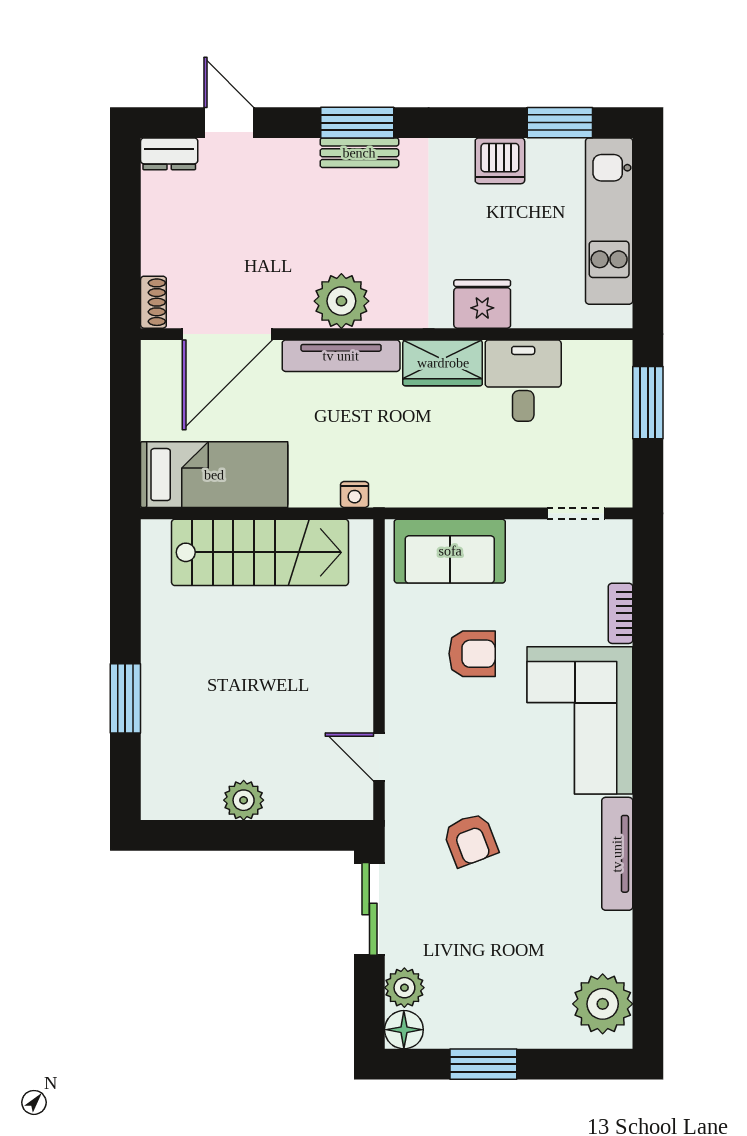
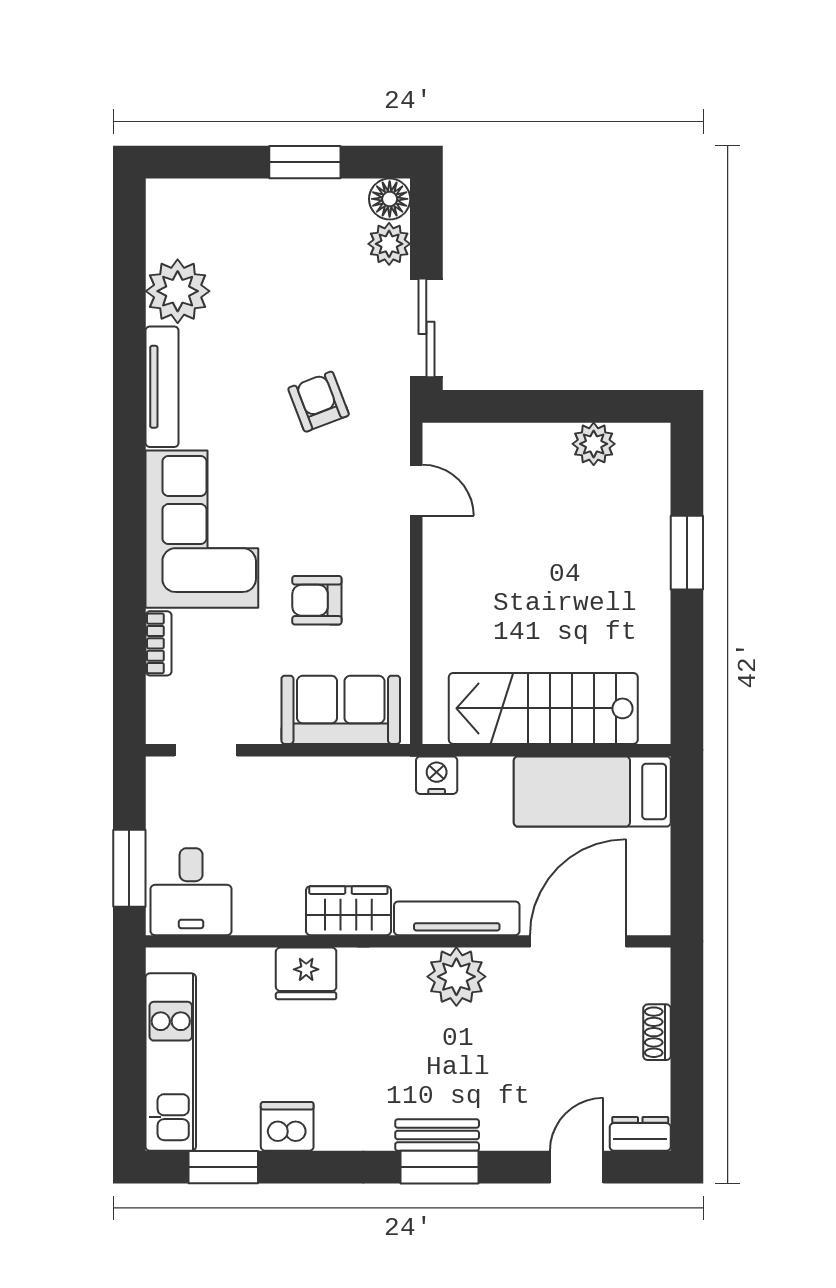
door: (229, 123) -> (577, 1167), swing flipped
shoe rack: (153, 302) -> (657, 1032), moved
desk: (523, 381) -> (191, 892), moved
nightstand: (355, 494) -> (437, 775), width x1.39, depth x1.35
plant: (244, 800) -> (594, 444), moved
plant: (603, 1004) -> (178, 291), moved

